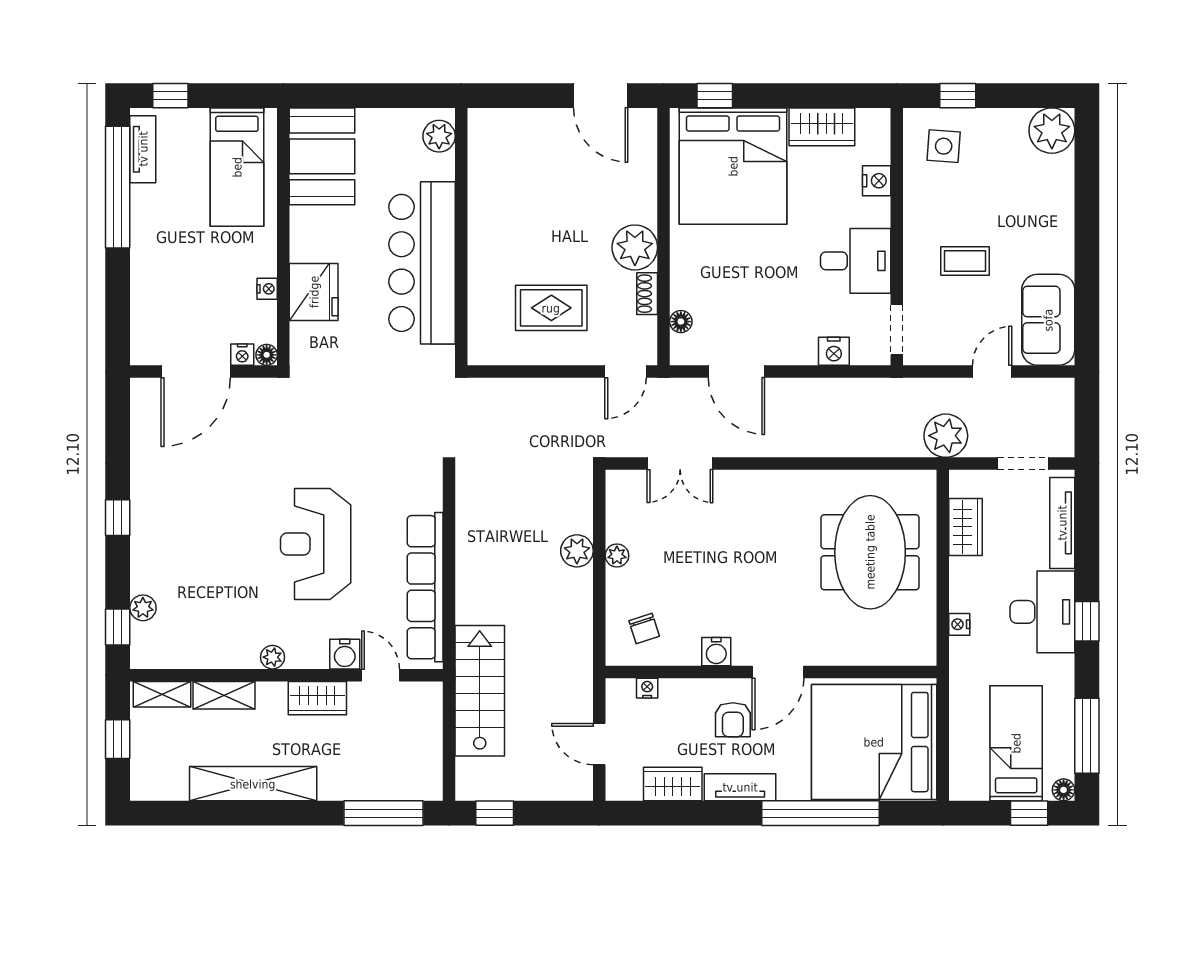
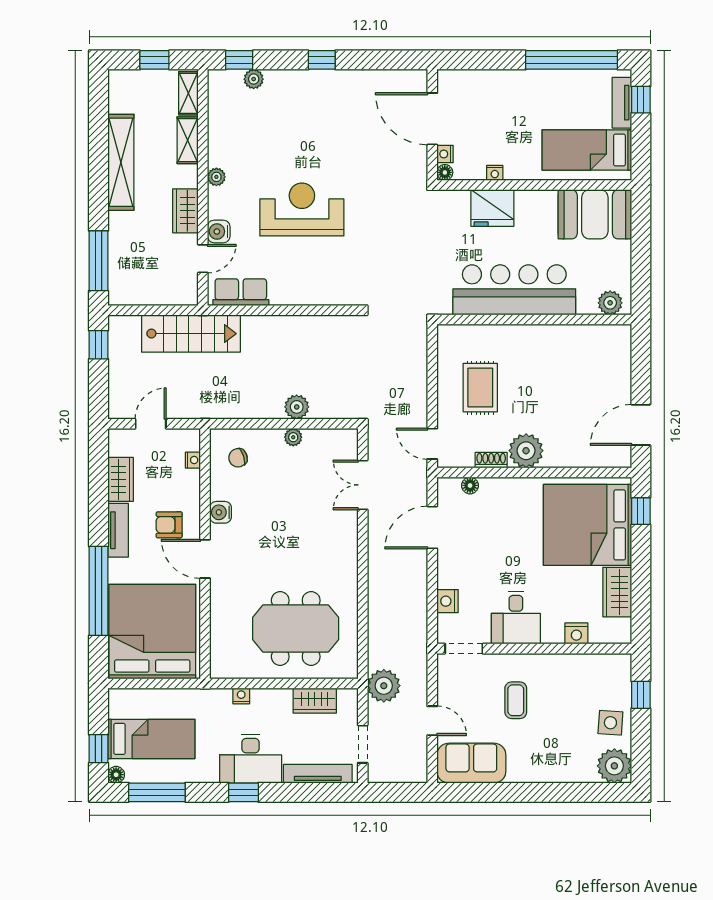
side table: (944, 146) -> (610, 723), moved
tv unit: (143, 149) -> (622, 103), moved, turned 90
row of seats: (425, 587) -> (241, 292), width x0.50

